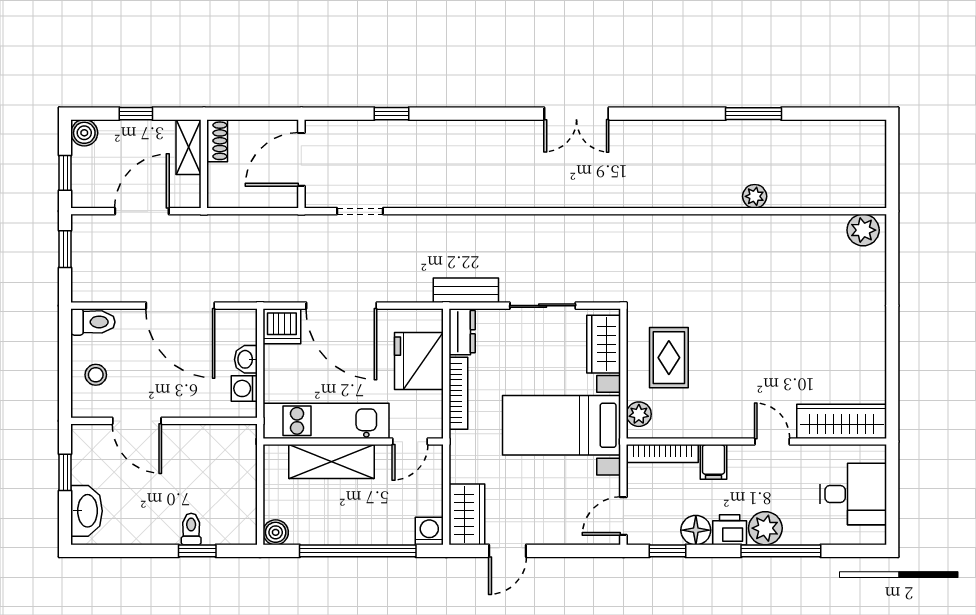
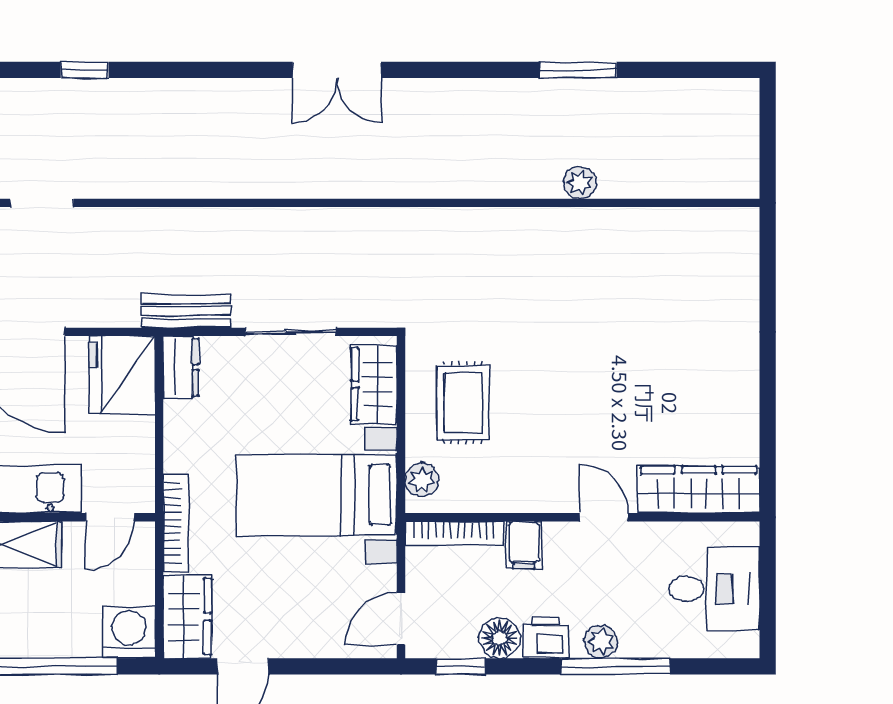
plant: (863, 230) -> (728, 229), removed
fridge: (419, 361) -> (122, 375), moved
bookcase: (458, 393) -> (176, 523), moved
plant: (765, 528) -> (601, 642), width x0.73, depth x0.73
washing machine: (429, 531) -> (129, 632), width x1.38, depth x1.38

